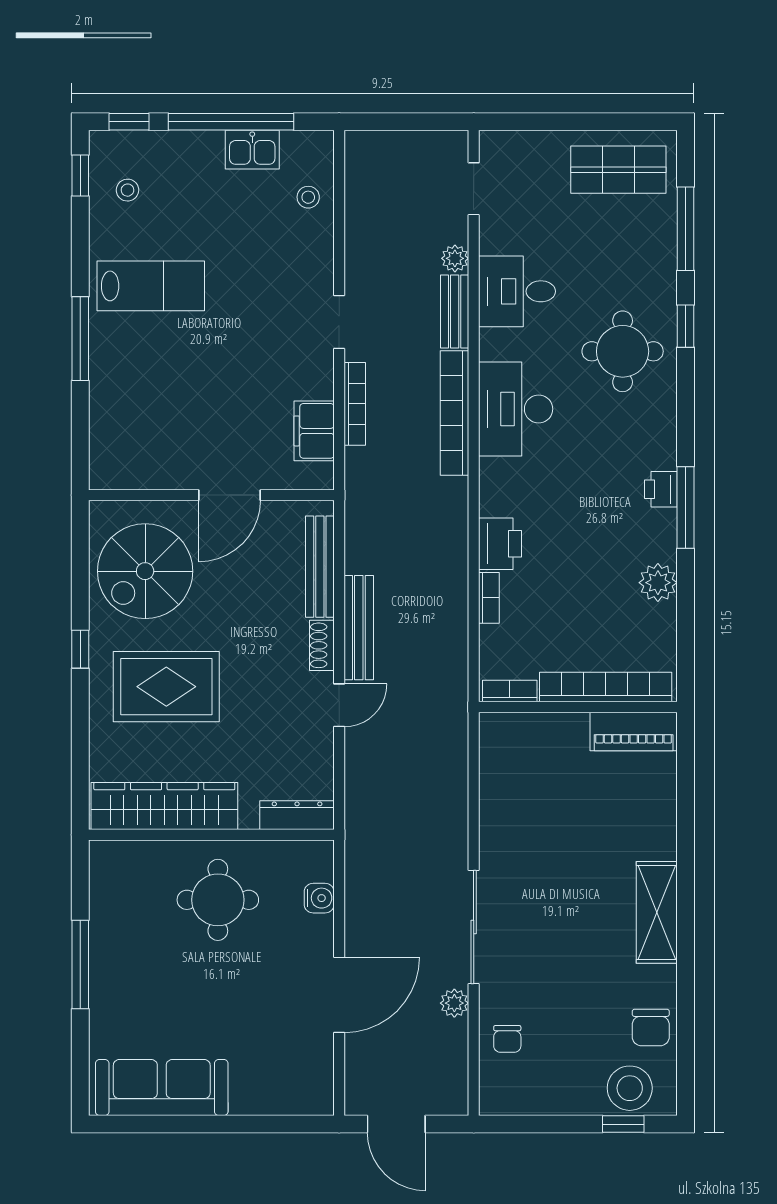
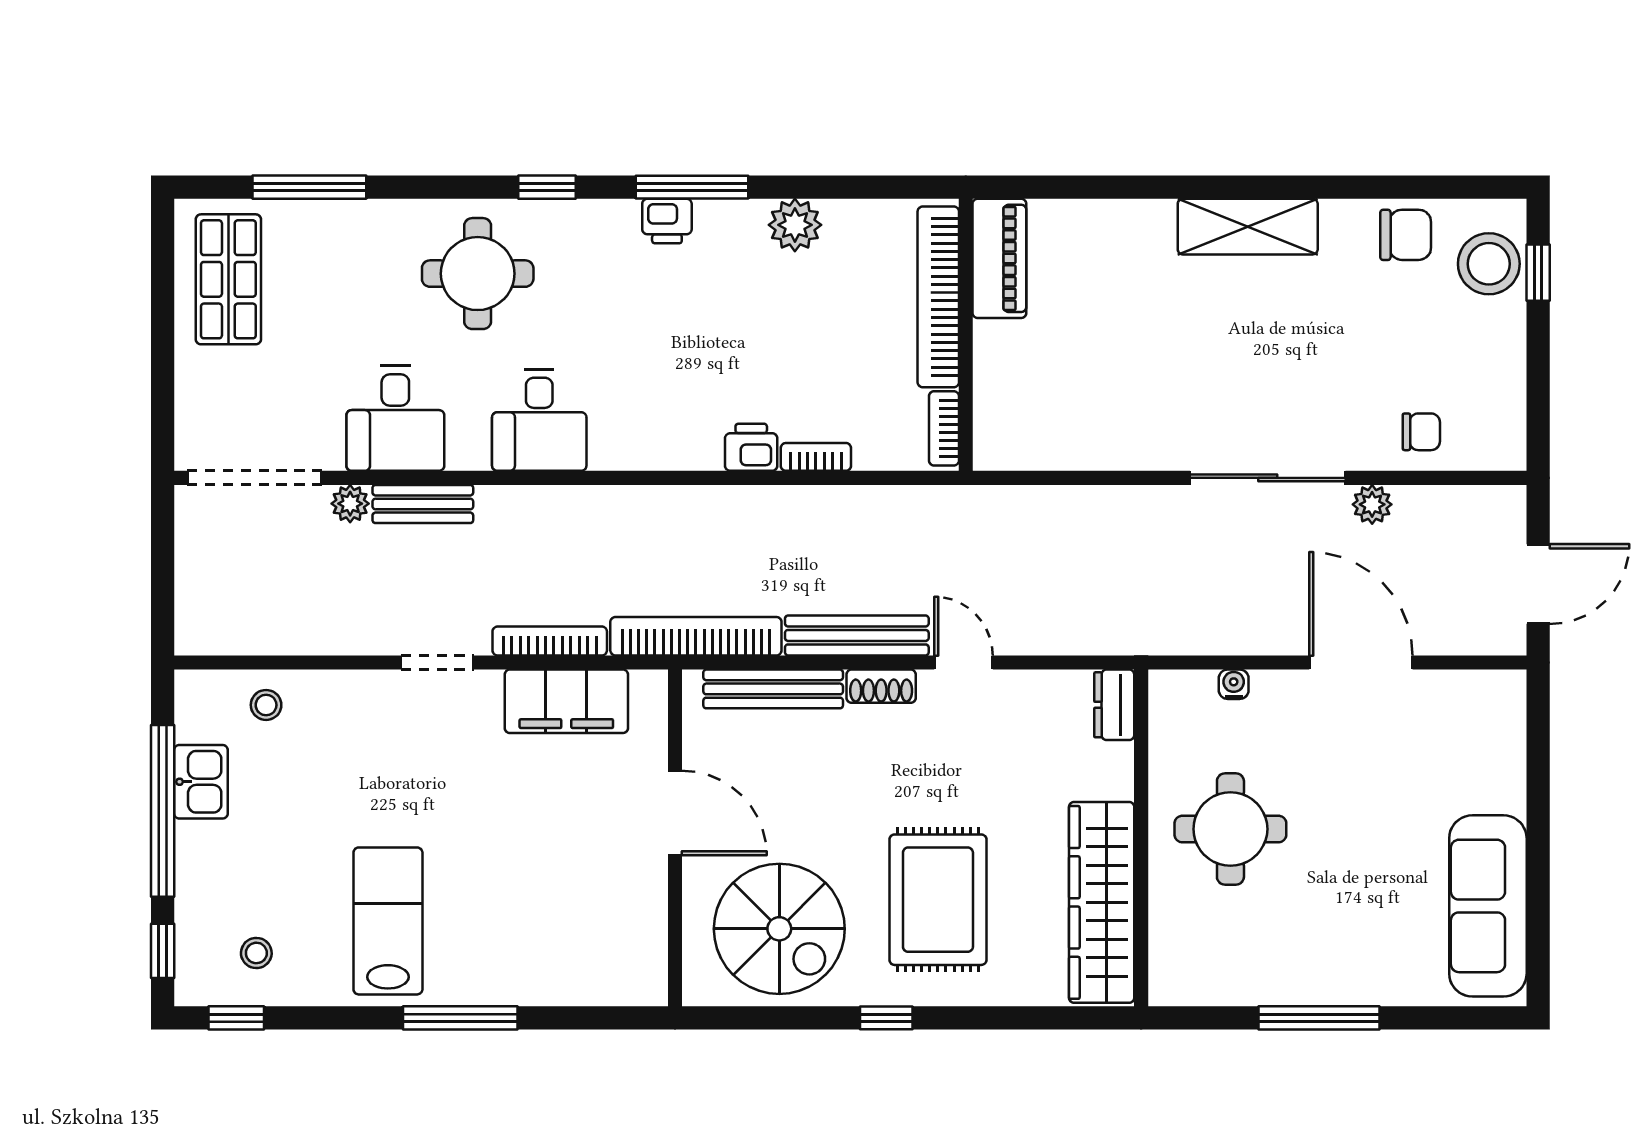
doorway: (474, 189) -> (254, 478), width x1.87
window: (686, 326) -> (547, 187), moved
desk: (516, 409) -> (539, 420), width x0.73
bookcase: (454, 413) -> (696, 636), moved, turned 180
filing cabinet: (314, 431) -> (566, 701), width x1.50, depth x1.17
printer: (500, 544) -> (751, 447), width x0.73, depth x0.81
dresser: (297, 815) -> (1114, 705), width x0.70
water cooler: (319, 898) -> (1234, 684), width x0.72, depth x0.72

